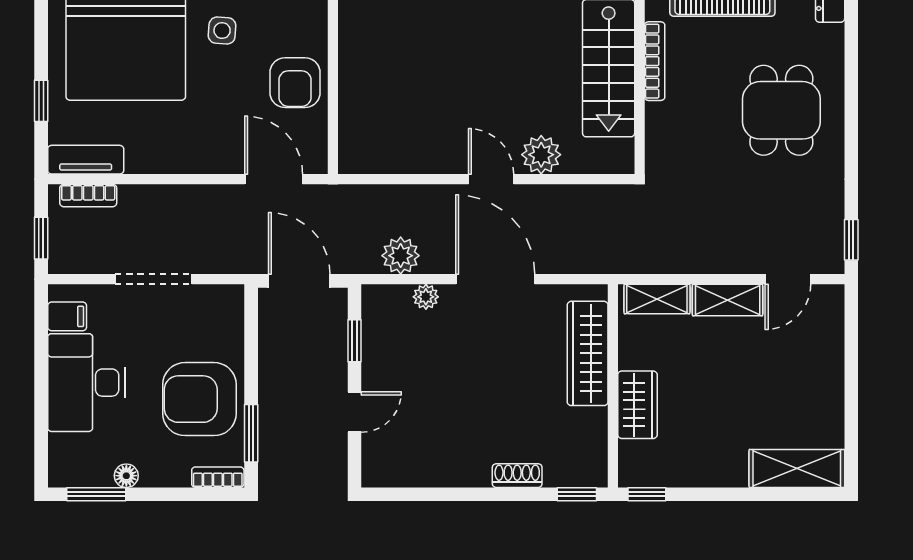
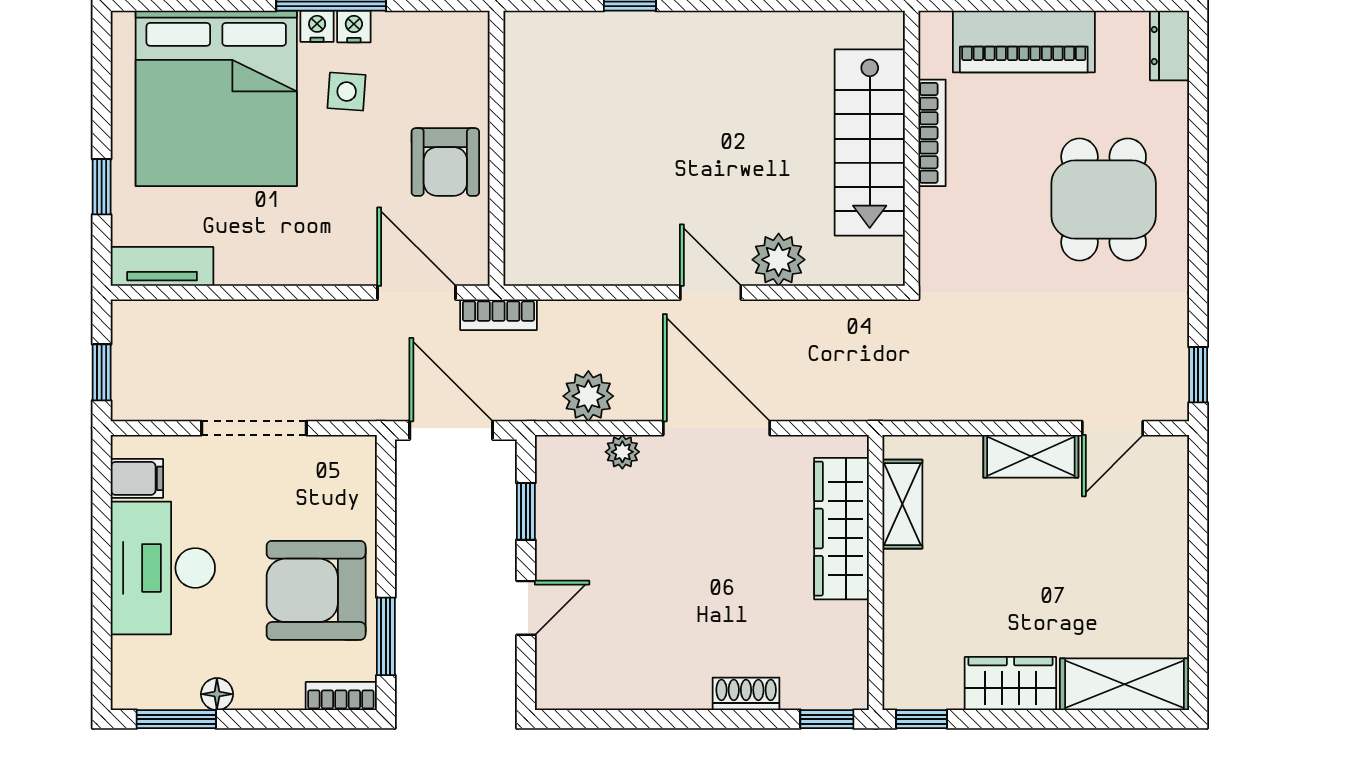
bookcase: (88, 196) -> (498, 315), moved
shelving: (657, 299) -> (902, 504), moved, turned 90
wardrobe: (637, 405) -> (1010, 684), moved, turned -90

